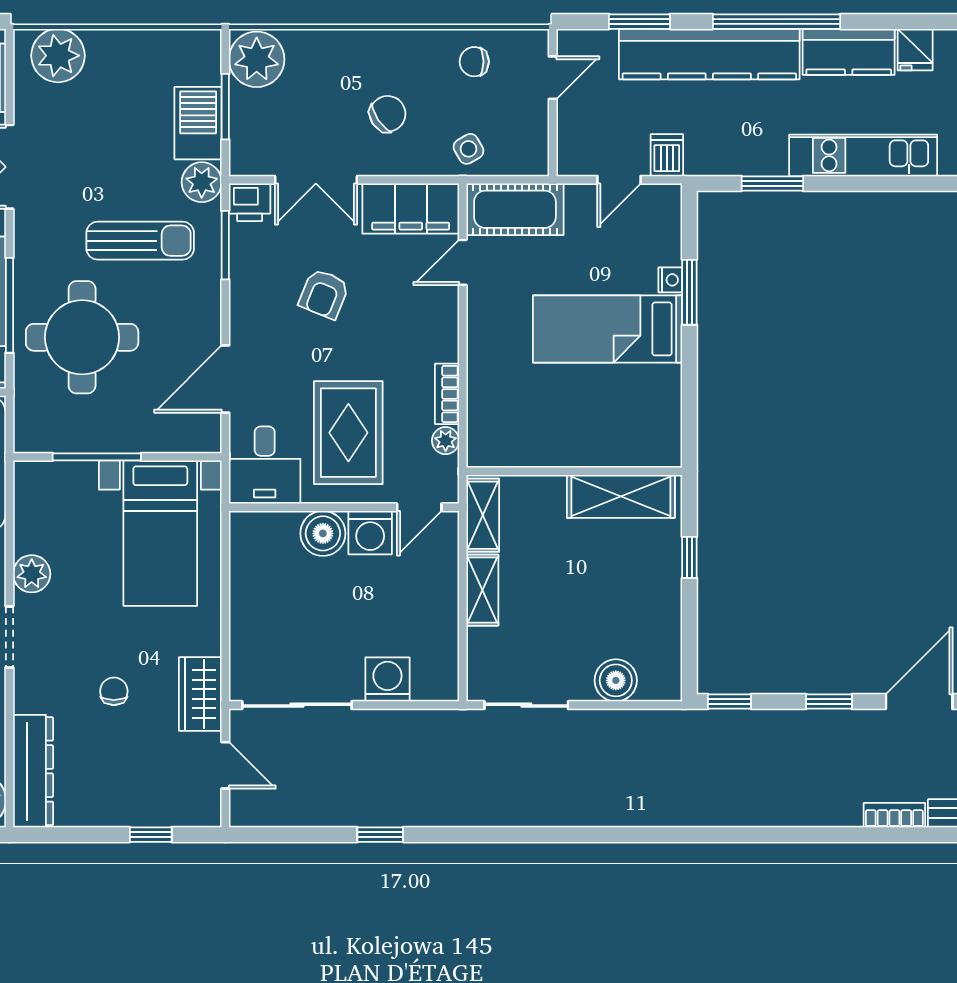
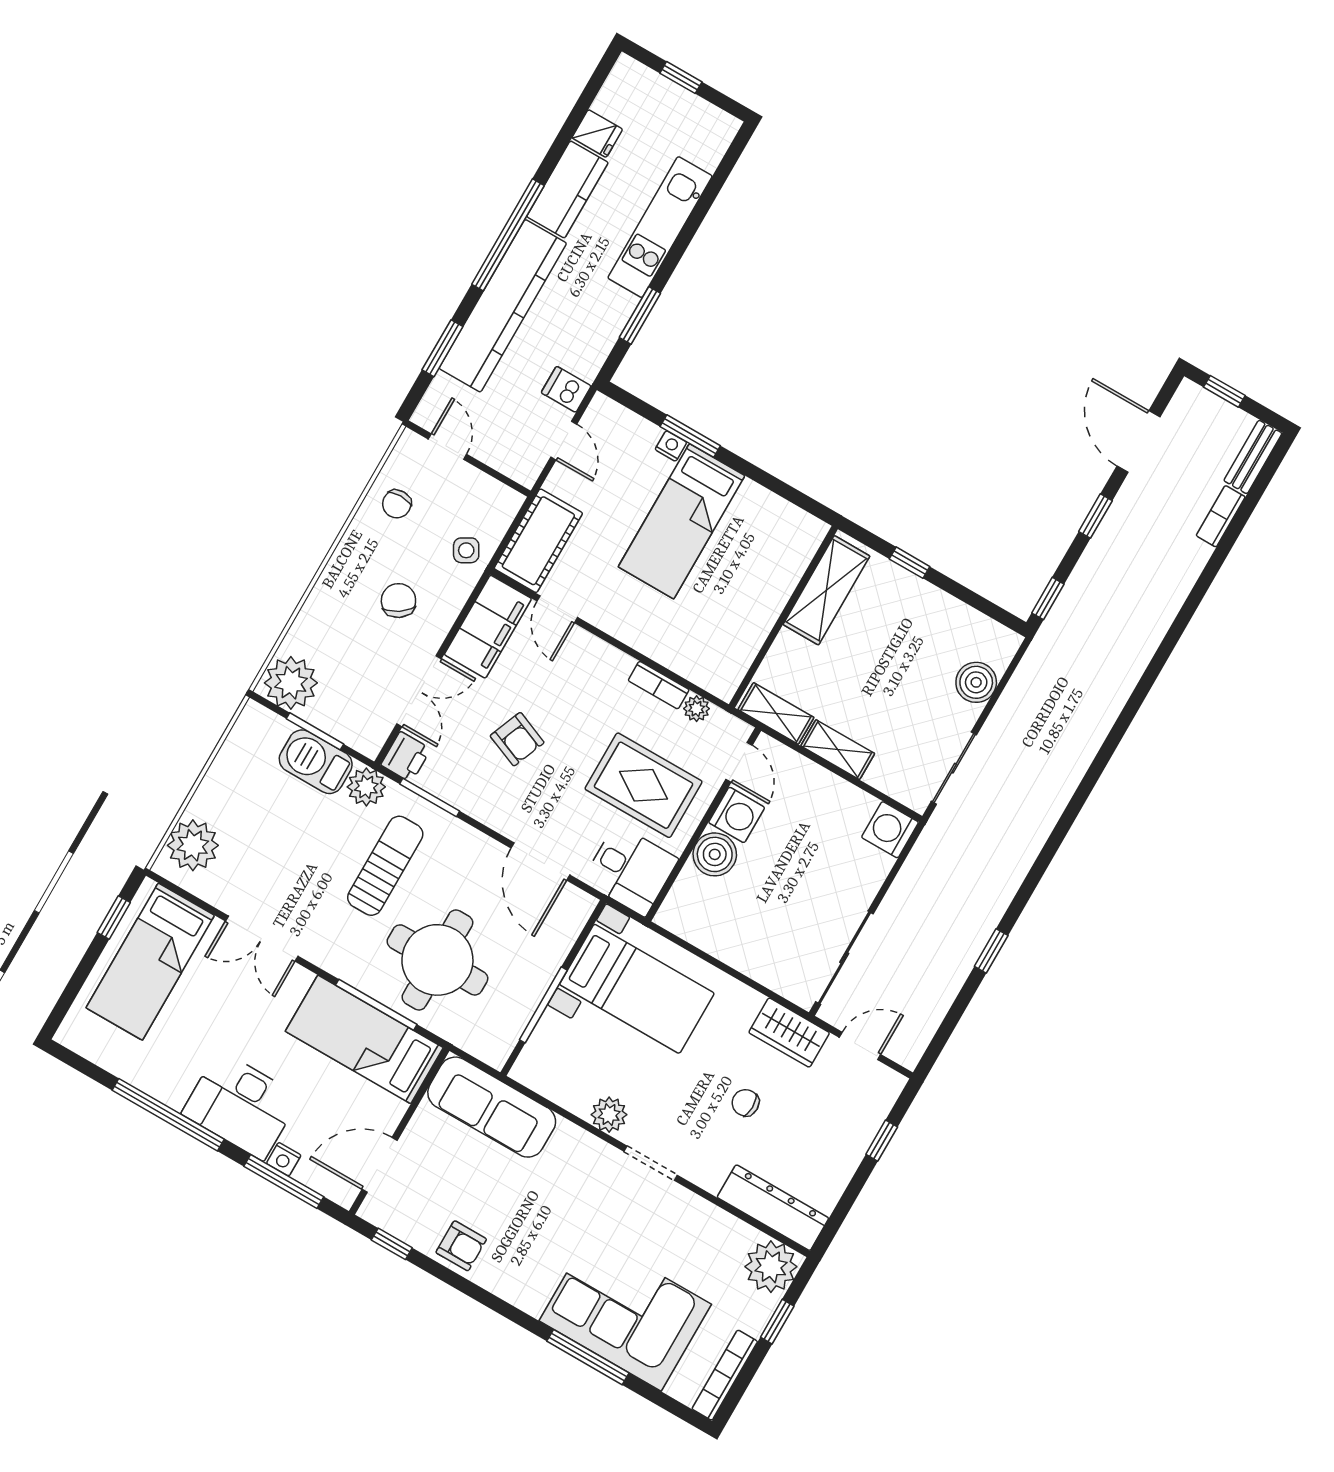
washing machine: (387, 679) -> (890, 830), moved

